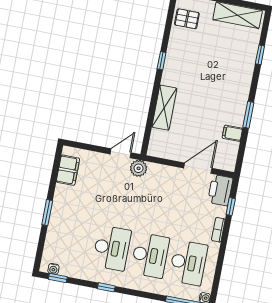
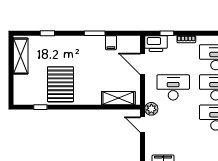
pallet: (187, 19) -> (60, 84), moved, width x2.05, depth x2.00
window: (162, 61) -> (40, 107), moved
shelving: (164, 108) -> (118, 98), moved
desk: (160, 201) -> (173, 87), added

